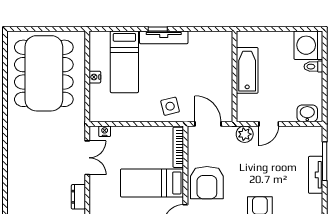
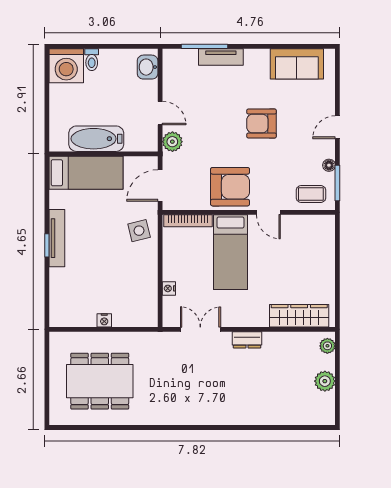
bed: (124, 62) -> (86, 173), moved
dining table: (44, 73) -> (100, 381), width x0.73, depth x0.80
nightstand: (105, 131) -> (169, 288), moved

